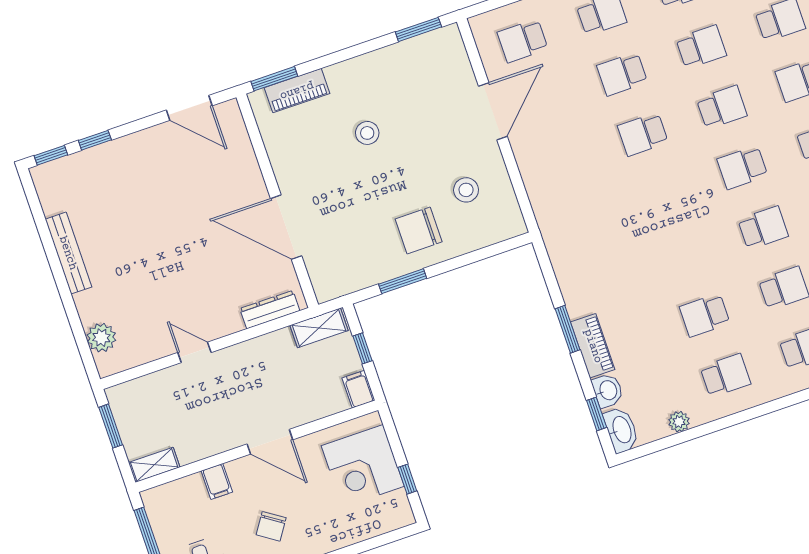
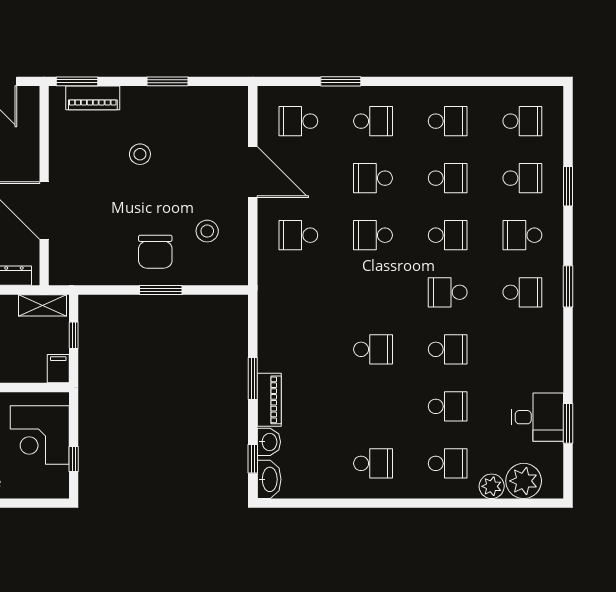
window: (418, 29) -> (168, 81), moved
door: (493, 111) -> (253, 172), hinge flipped
school desk: (564, 161) -> (298, 235), added
chair: (419, 230) -> (155, 252), turned -90
window: (403, 281) -> (161, 290), moved
school desk: (705, 315) -> (373, 349), moved, turned 180
plant: (679, 422) -> (320, 489), removed

